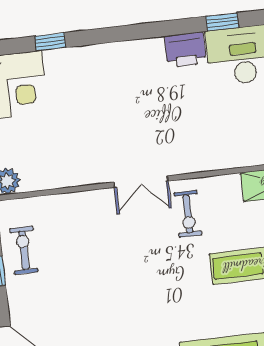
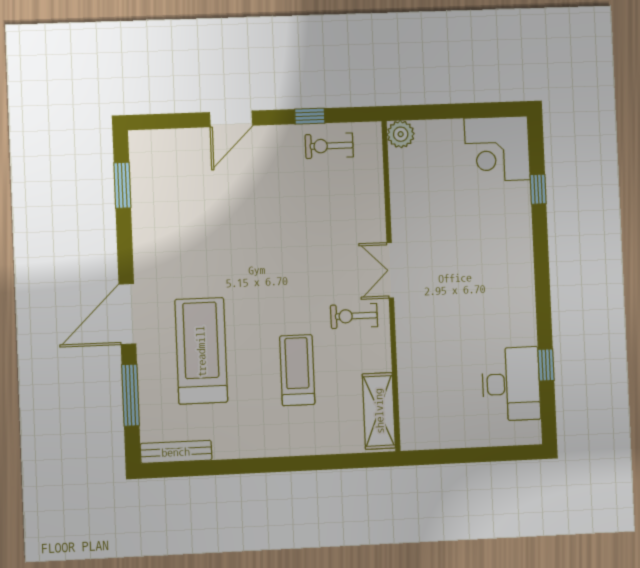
printer: (185, 50) -> (521, 325), removed
exercise bike: (24, 250) -> (329, 146), turned 180

